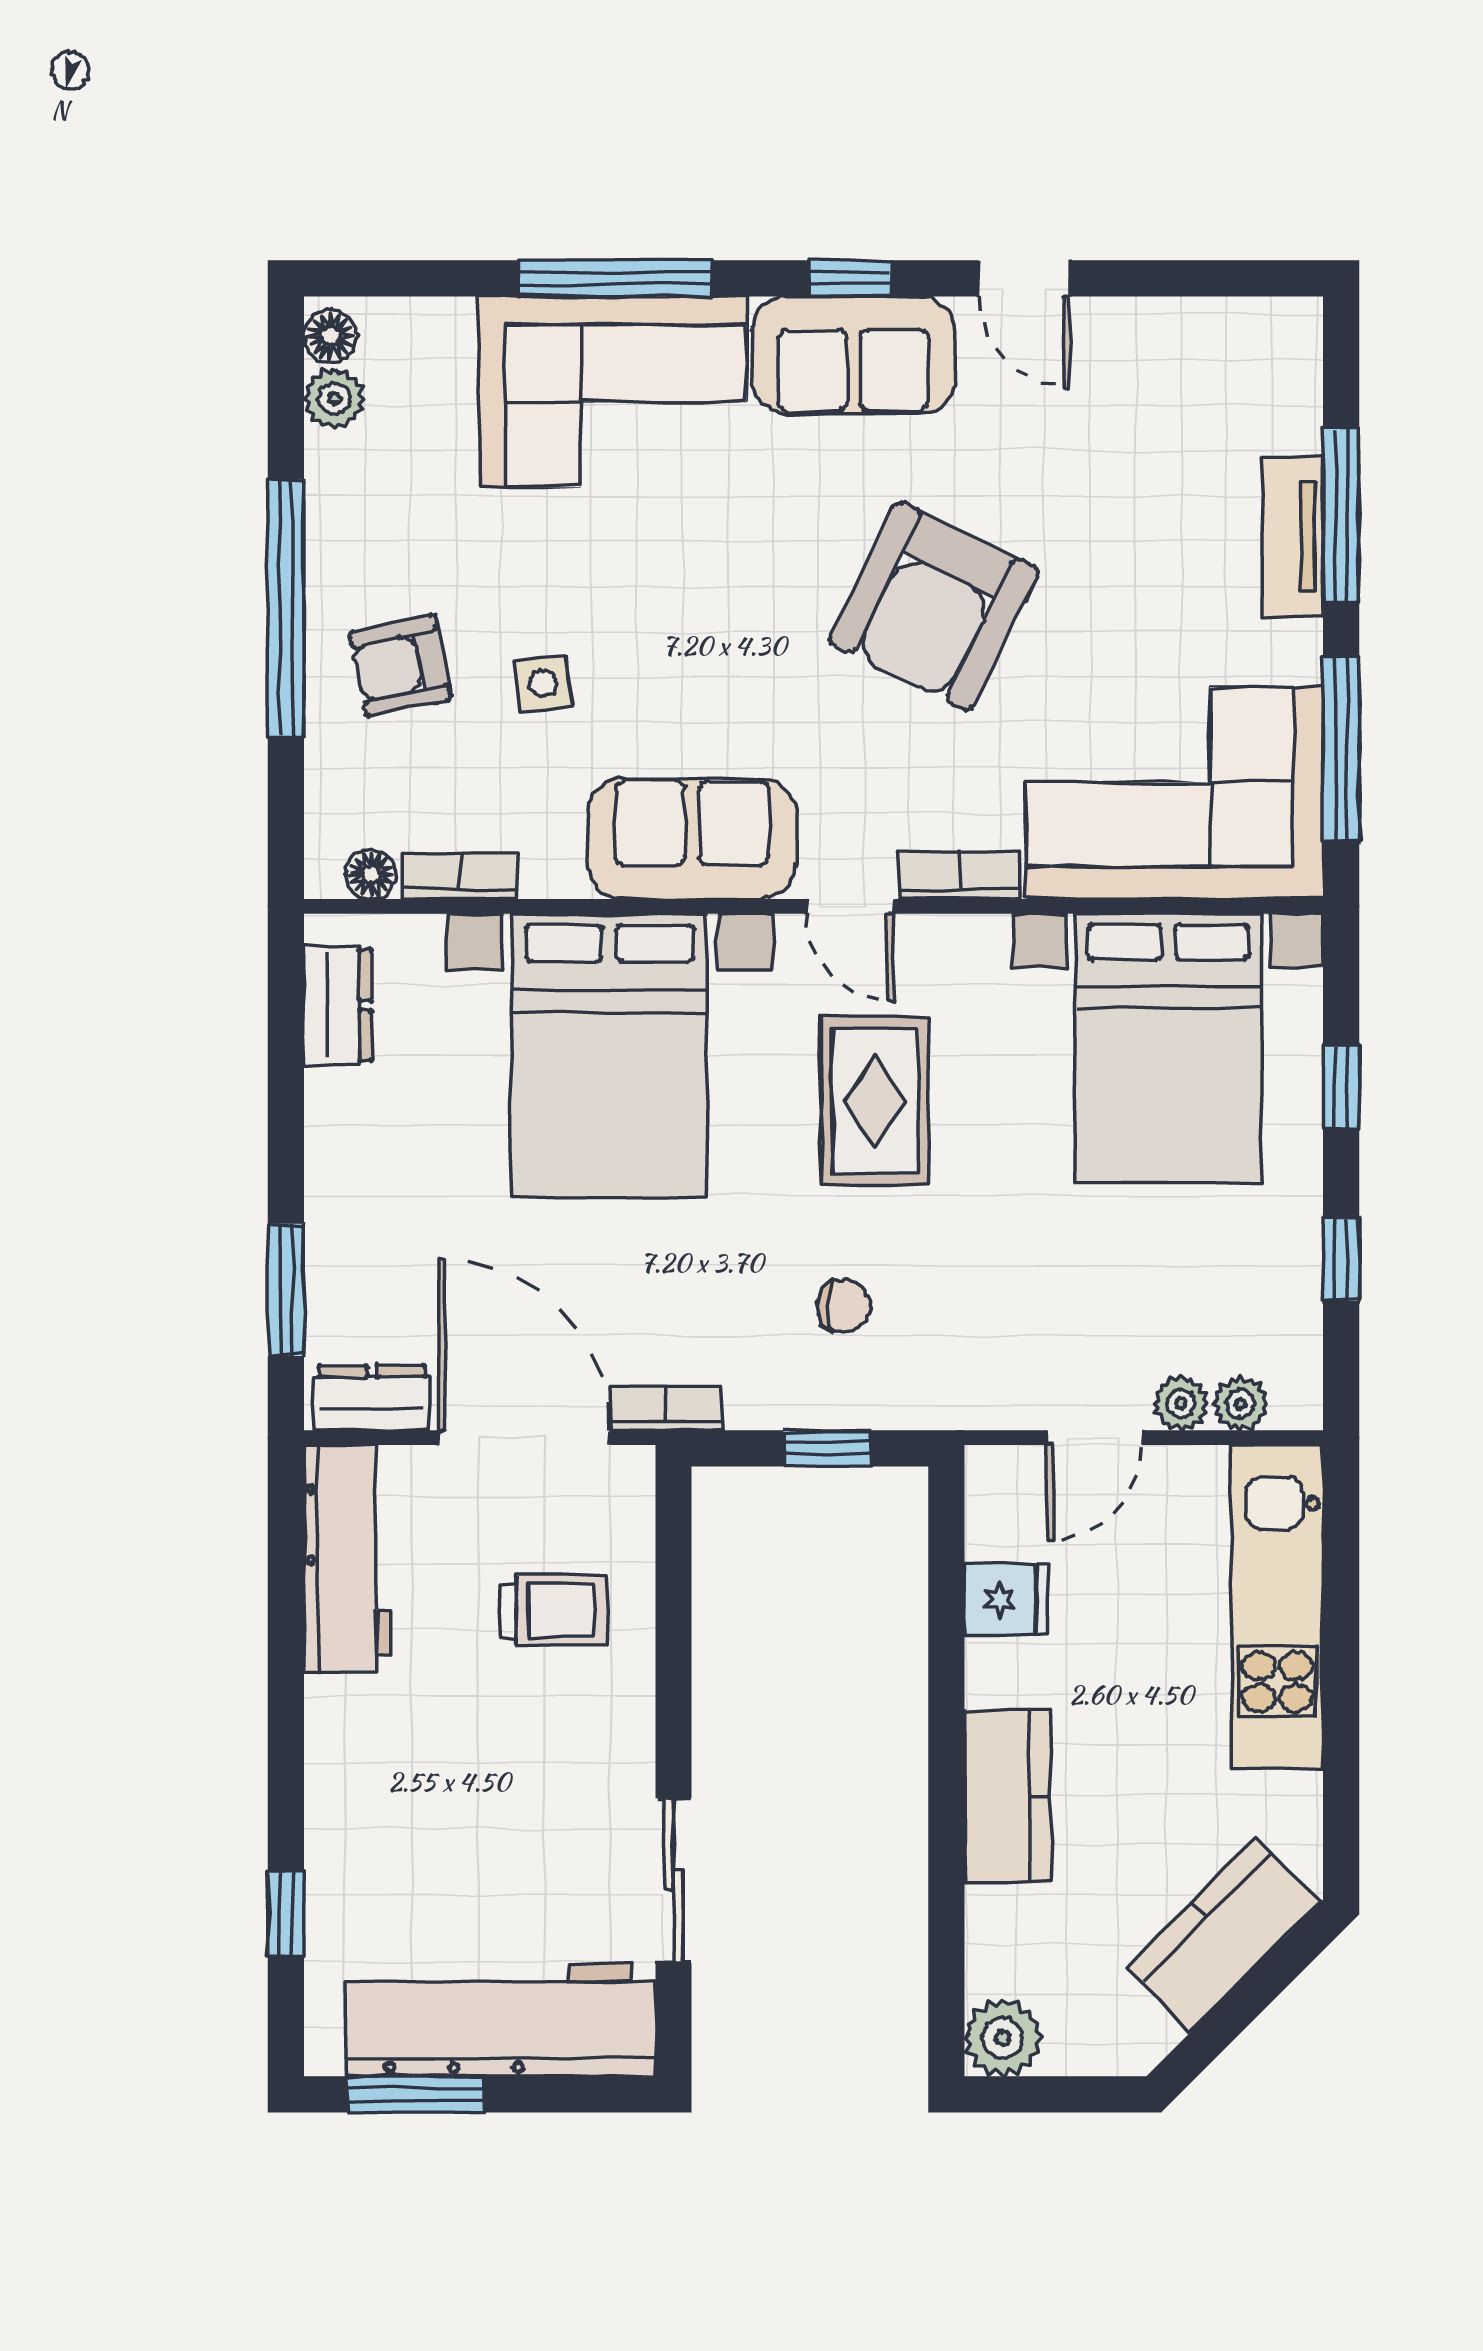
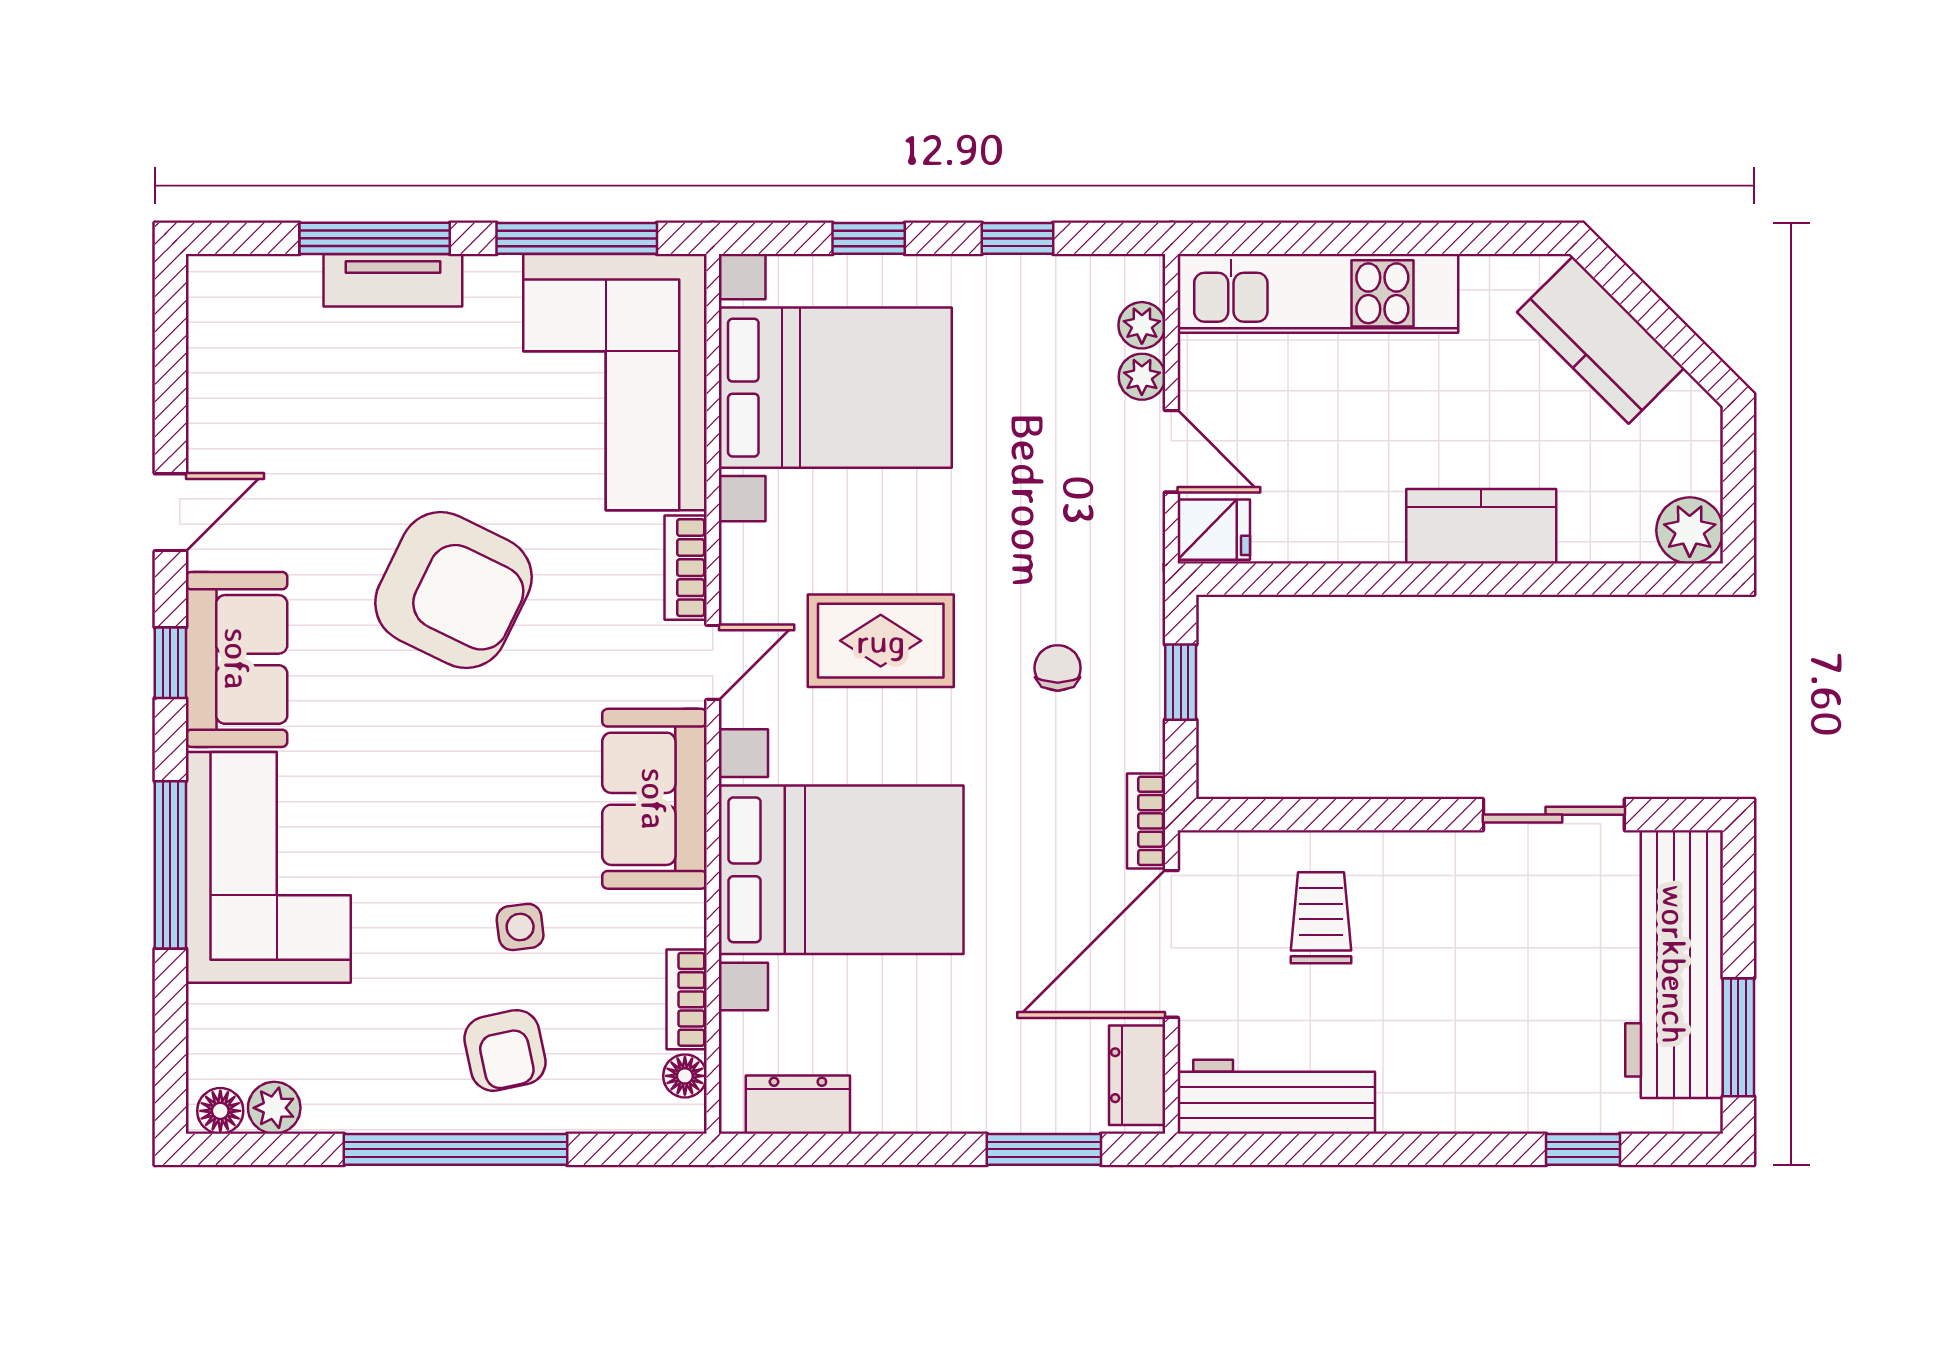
fridge: (1006, 1599) -> (1214, 530), moved, turned 90

